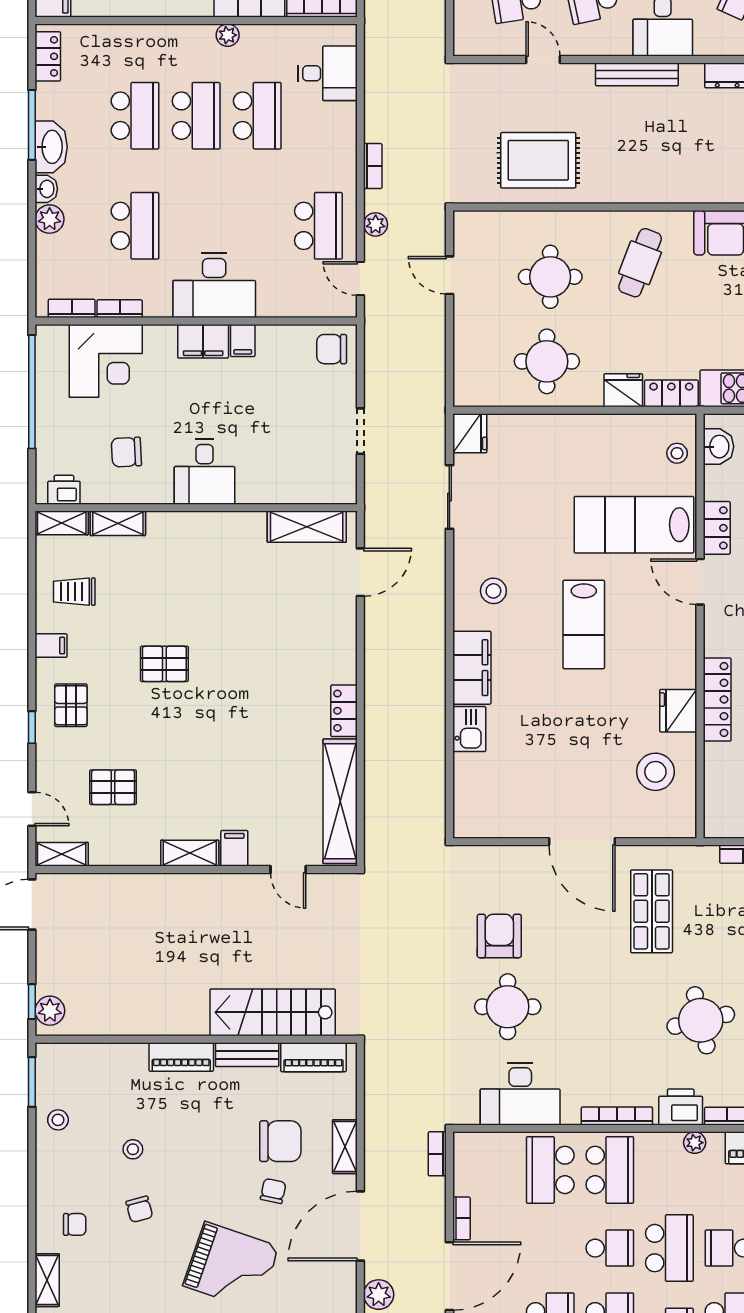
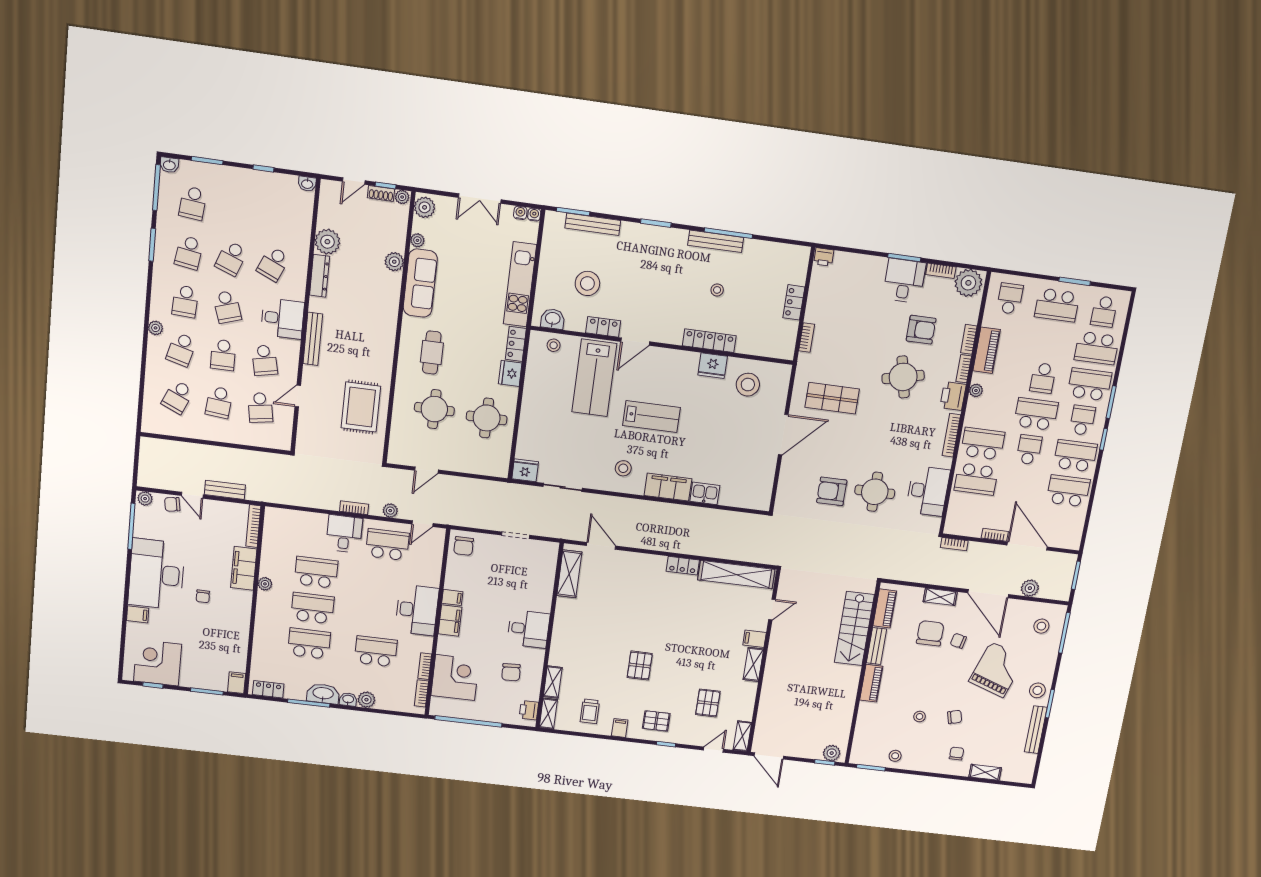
desk: (328, 73) -> (344, 534), moved
cafe table: (640, 263) -> (432, 353), turned 69

